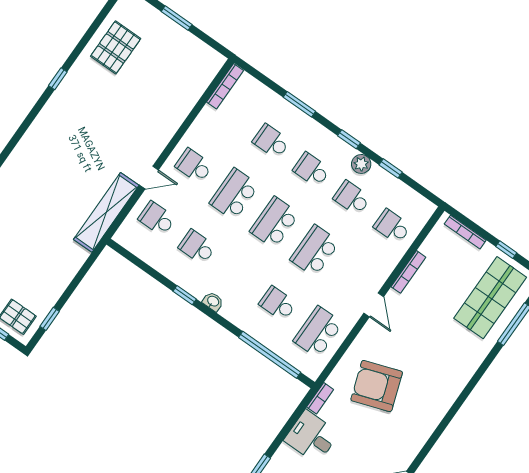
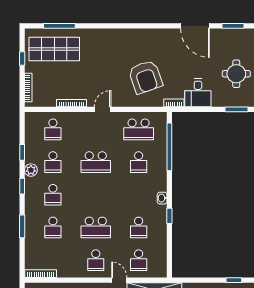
school desk: (275, 223) -> (96, 195), removed

